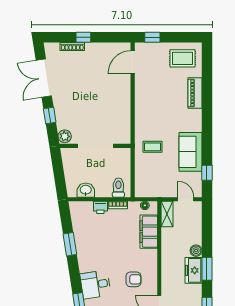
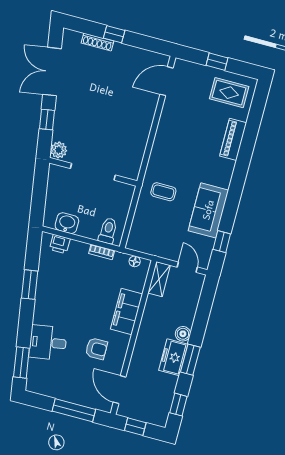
window: (152, 37) -> (217, 62), moved
printer: (100, 207) -> (60, 244), moved
filing cabinet: (149, 232) -> (126, 311), moved

